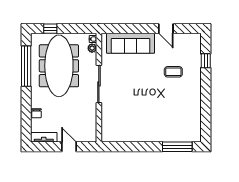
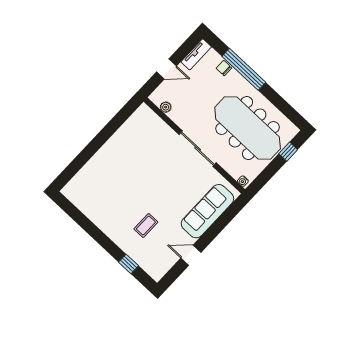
plant: (92, 48) -> (166, 107), moved
window: (26, 66) -> (244, 69), moved
window: (177, 147) -> (75, 166), removed

